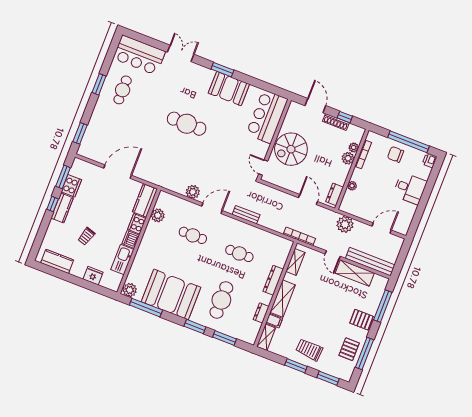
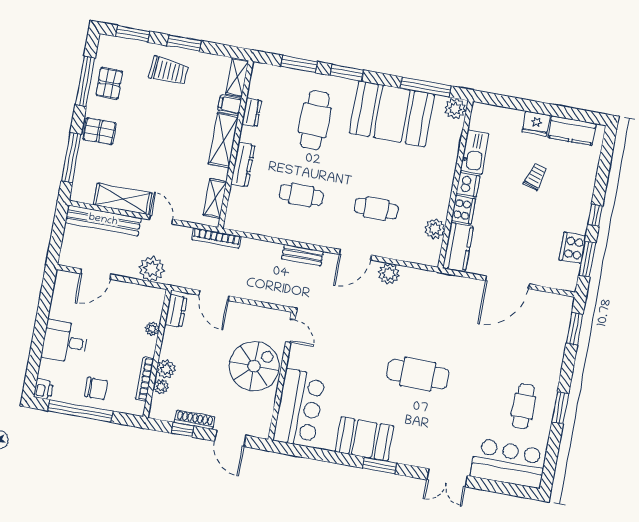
kitchen counter: (62, 208) -> (580, 212), removed
fridge: (93, 276) -> (536, 124), moved

